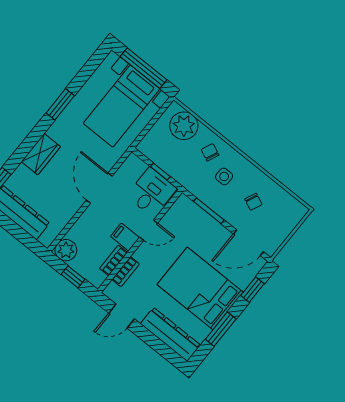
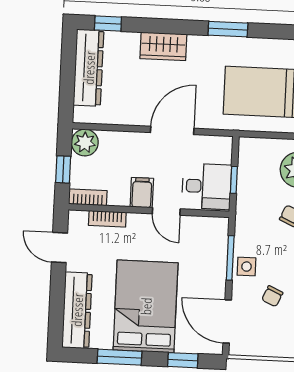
side table: (224, 176) -> (247, 267), moved
bookcase: (114, 260) -> (88, 197), moved

